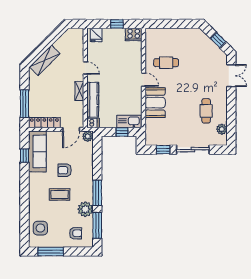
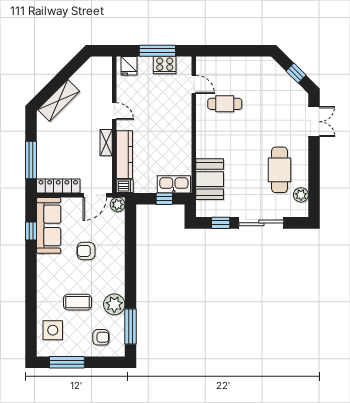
window: (117, 24) -> (157, 51), width x2.17
cooker: (134, 34) -> (165, 65), moved
door: (143, 80) -> (194, 84), moved
booth: (155, 103) -> (210, 179), moved
cafe table: (206, 111) -> (279, 170), width x1.37, depth x1.35
window: (97, 193) -> (131, 282), removed
coffee table: (60, 194) -> (77, 302), moved

